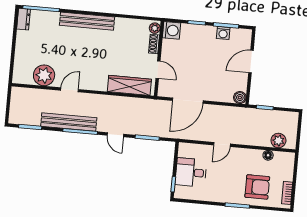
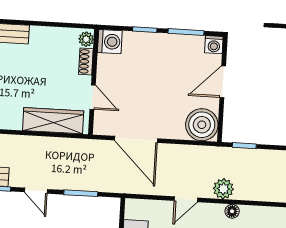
washing machine: (223, 33) -> (214, 45), moved
boiler: (240, 98) -> (202, 125), width x1.86, depth x1.86
door: (188, 101) -> (136, 139), hinge flipped
plant: (278, 141) -> (223, 189), moved
floor lamp: (268, 155) -> (232, 211), moved

